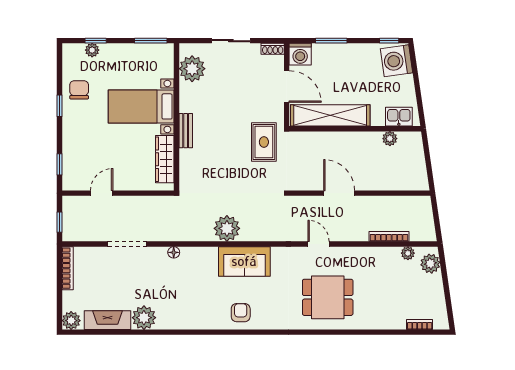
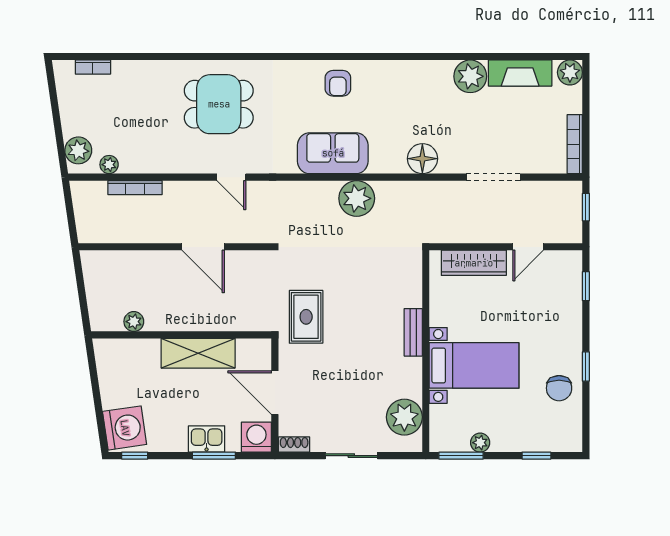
plant: (92, 50) -> (480, 443), moved
shelving: (330, 115) -> (198, 353), width x0.68
kitchen sink: (399, 117) -> (207, 439), moved, turned 180
wardrobe: (165, 159) -> (474, 263), moved, turned 90
floor lamp: (174, 252) -> (422, 159), width x1.89, depth x1.89

